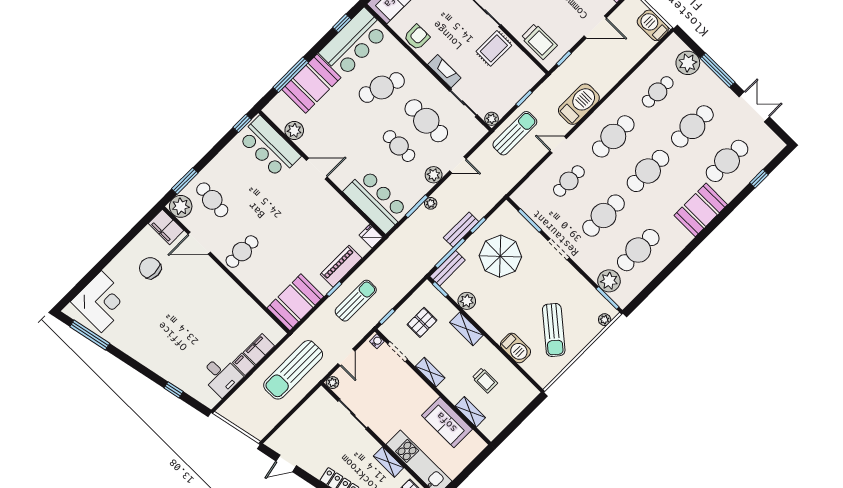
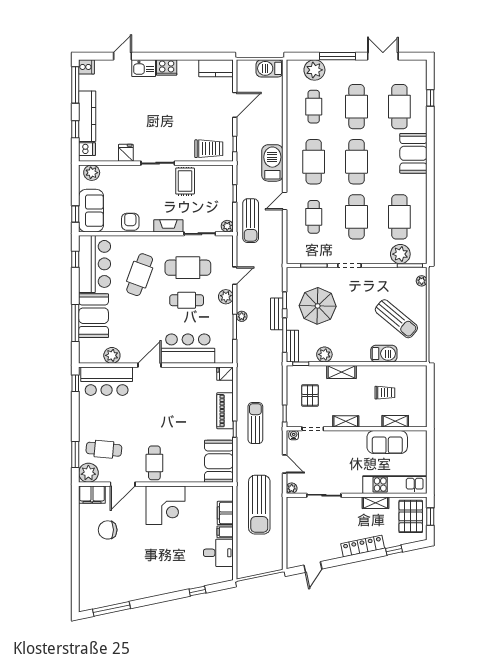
sun lounger: (515, 133) -> (251, 221), turned 180
bar counter: (376, 201) -> (188, 349), moved
corner desk: (101, 302) -> (165, 505), moved, turned 90

